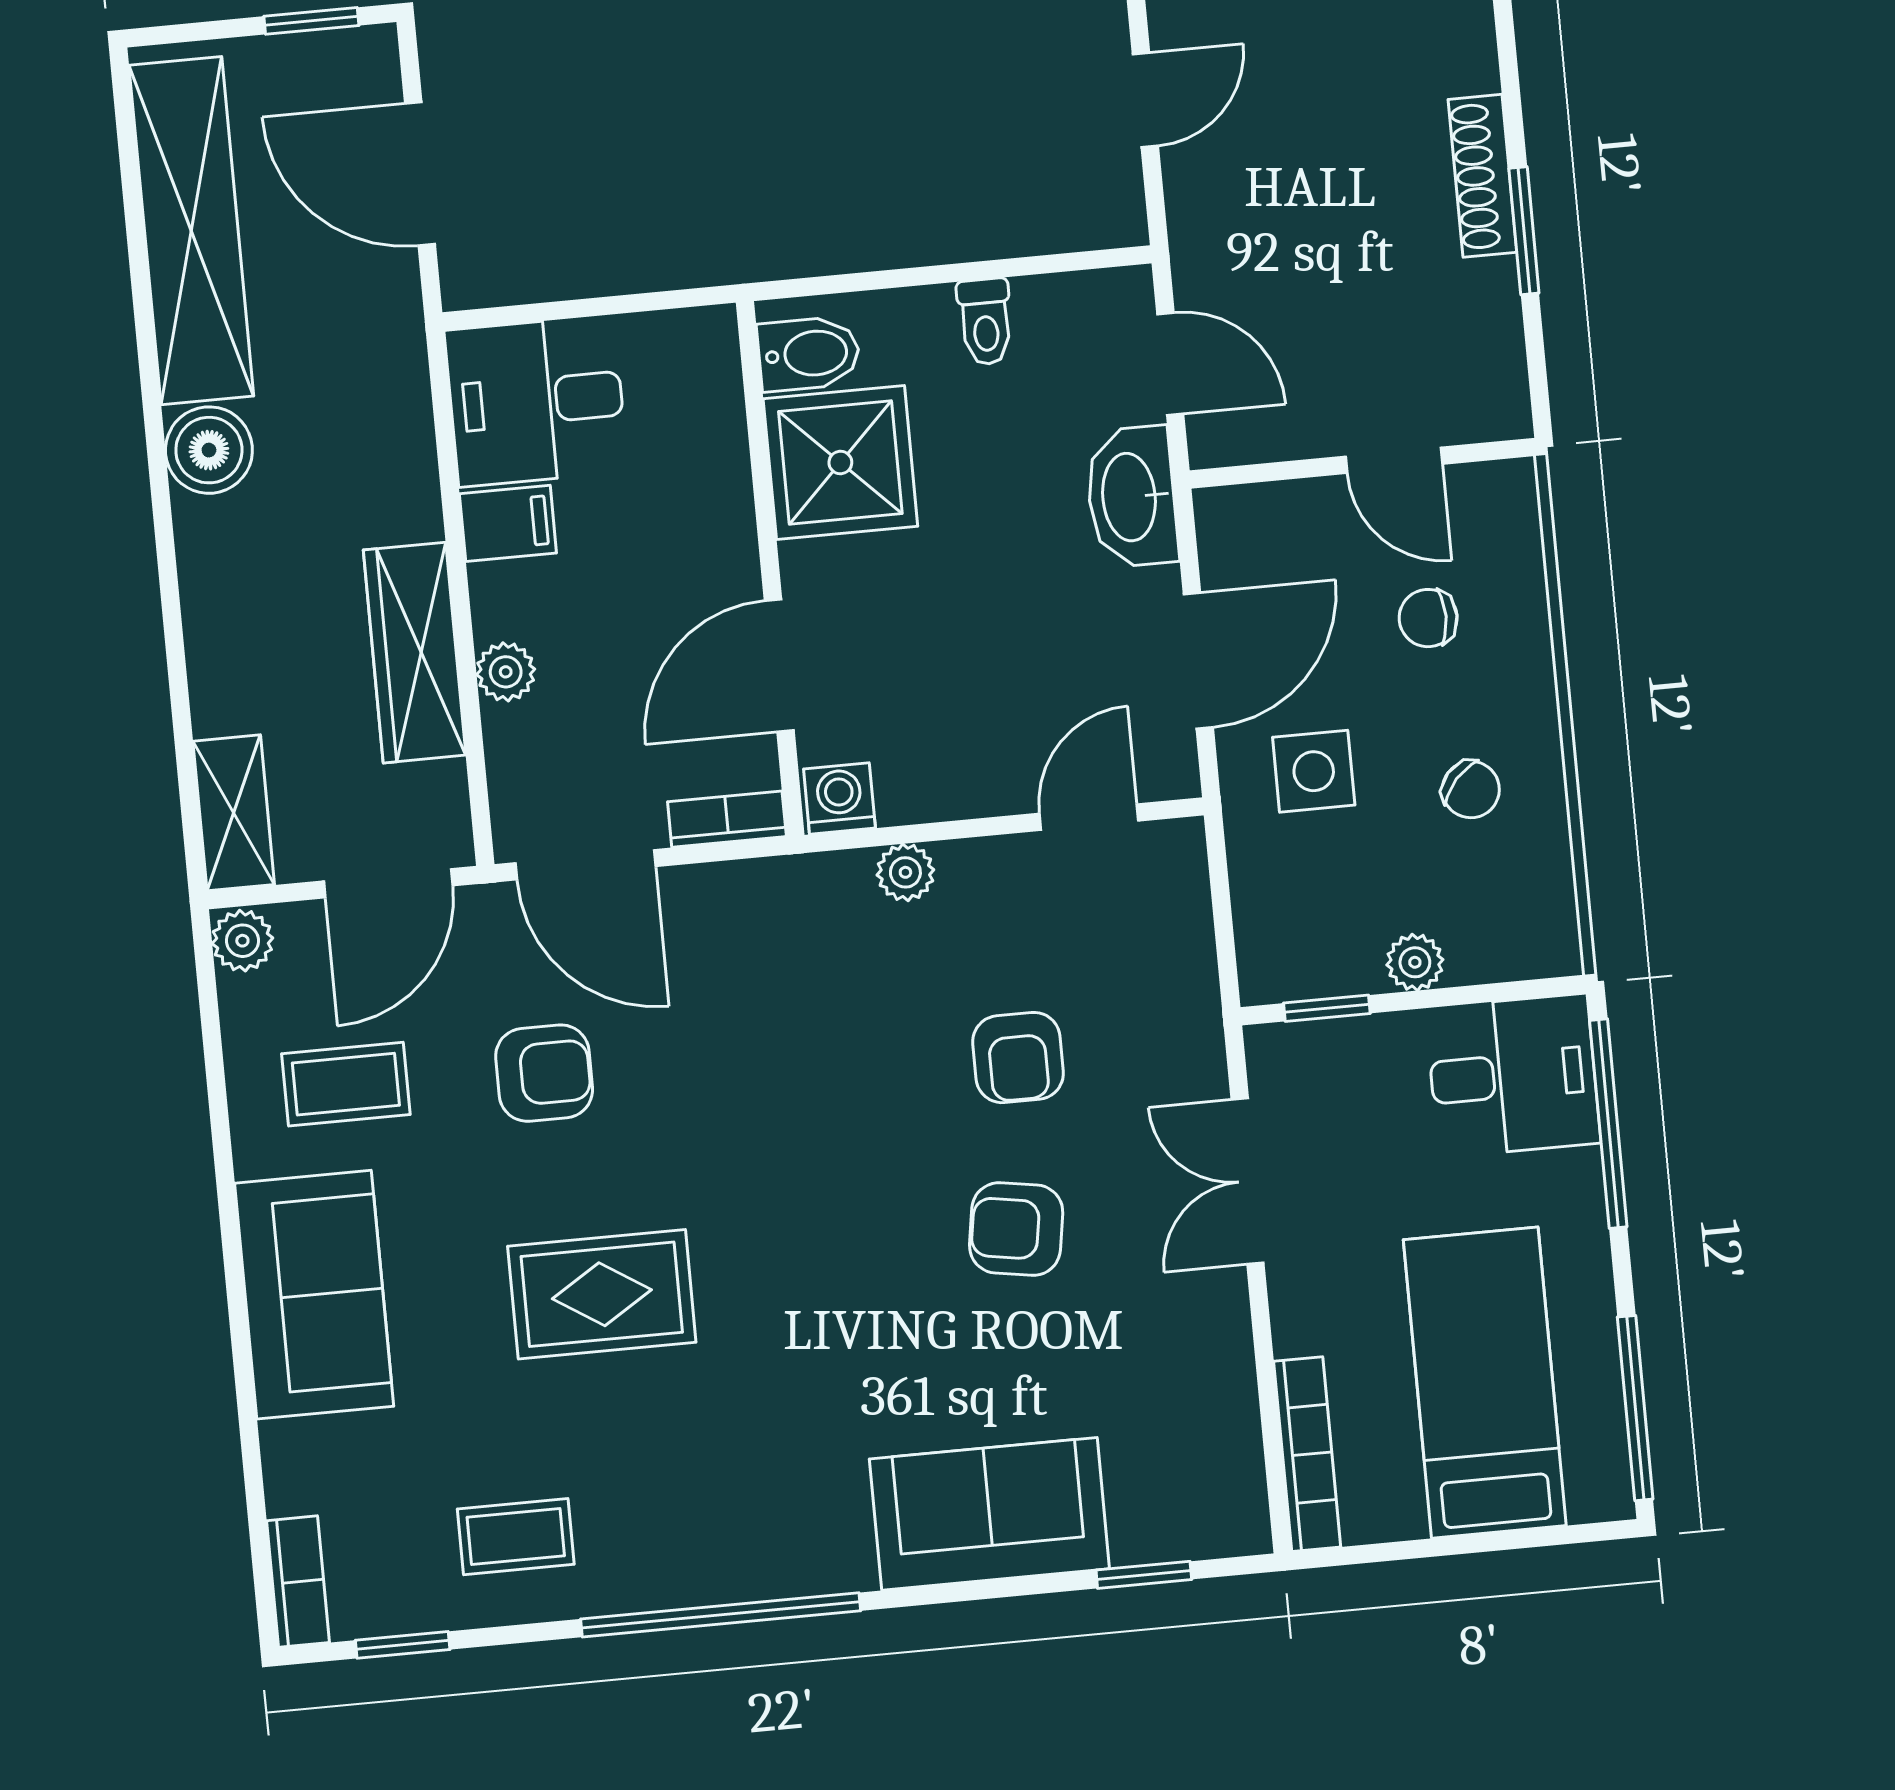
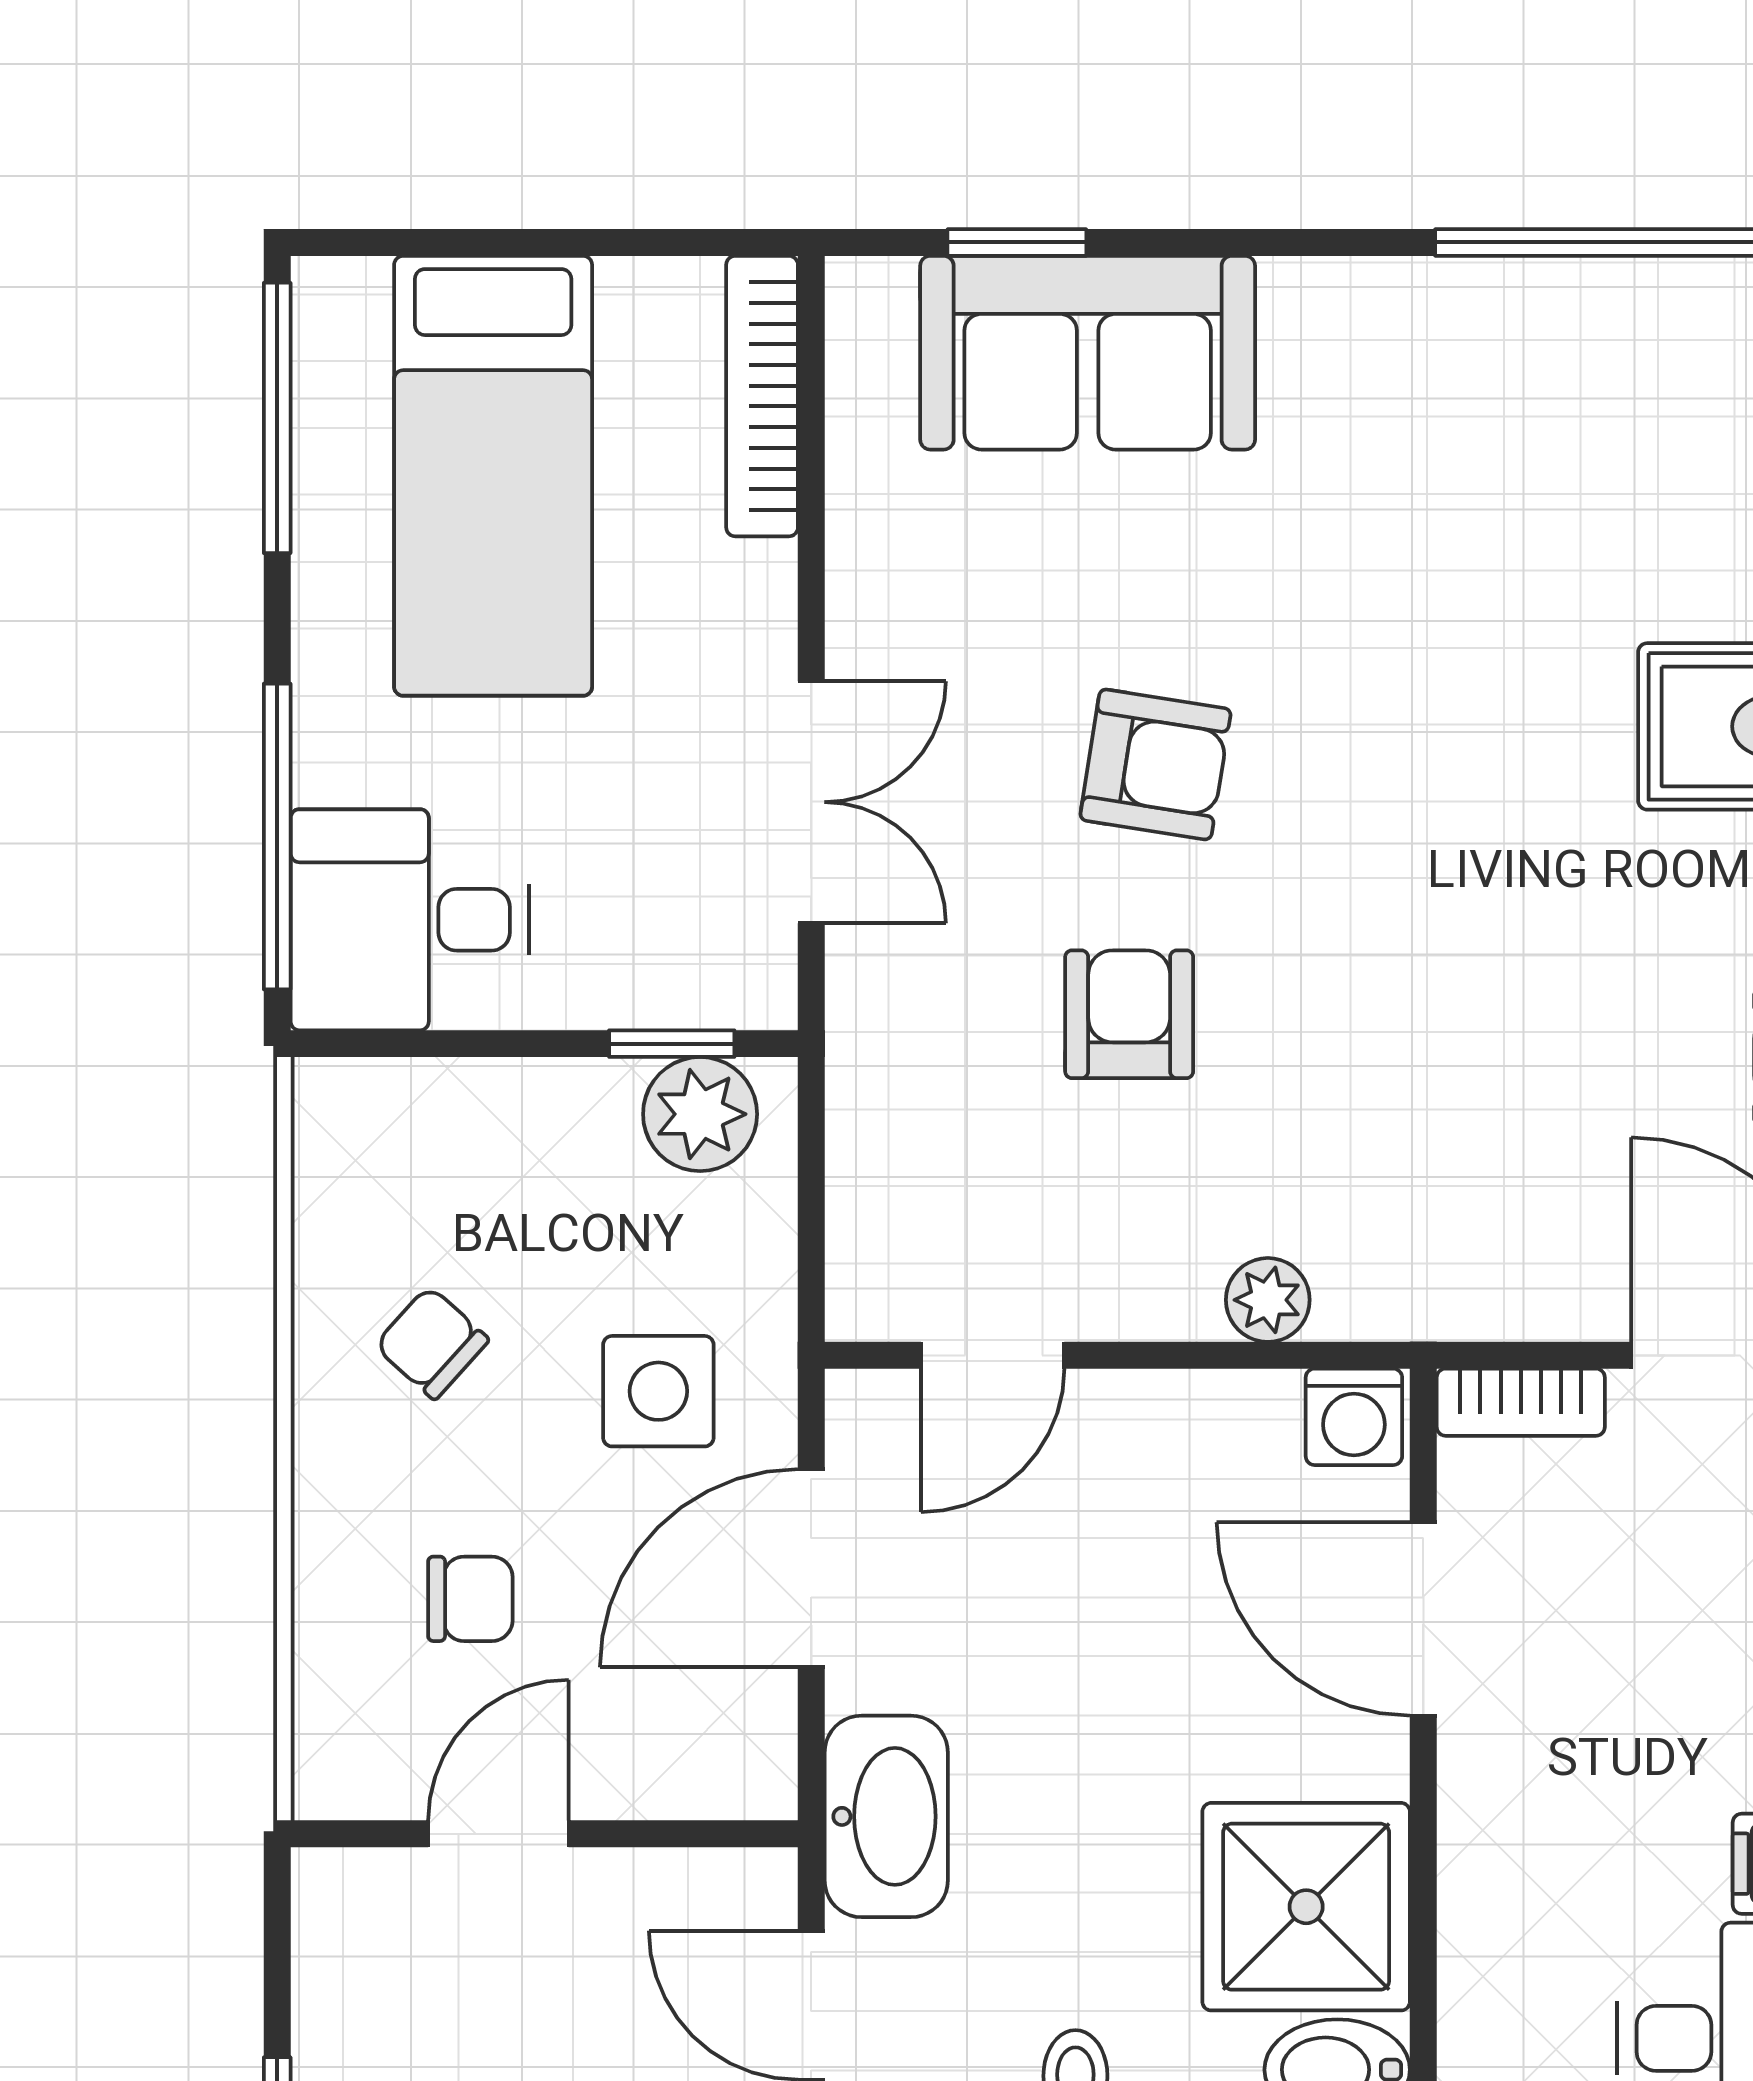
door: (1394, 460) -> (498, 1834), hinge flipped
door: (779, 666) -> (1423, 1619), swing flipped
plant: (1415, 962) -> (700, 1114), moved, width x1.38, depth x1.38
sofa: (989, 1514) -> (1088, 353), moved

